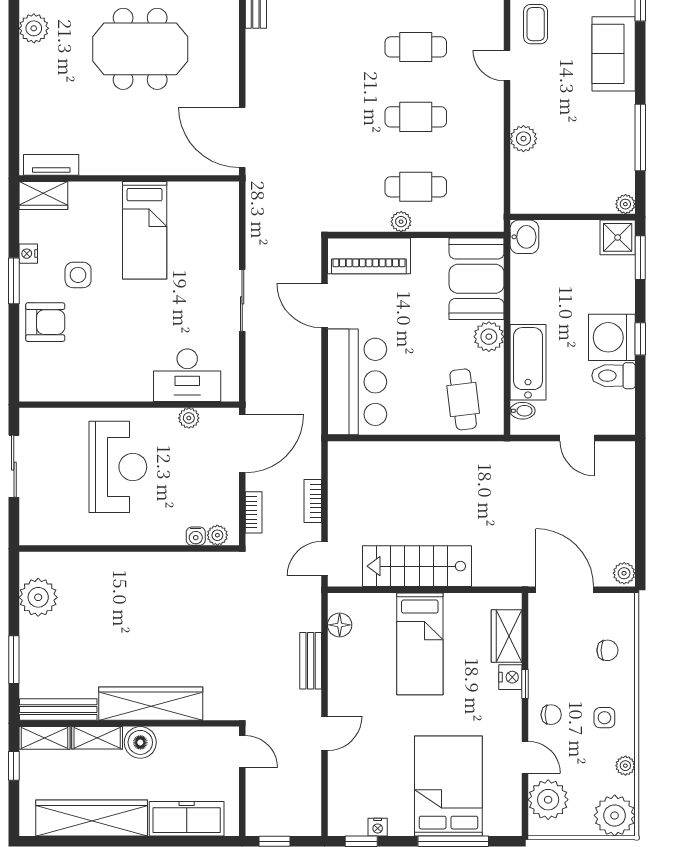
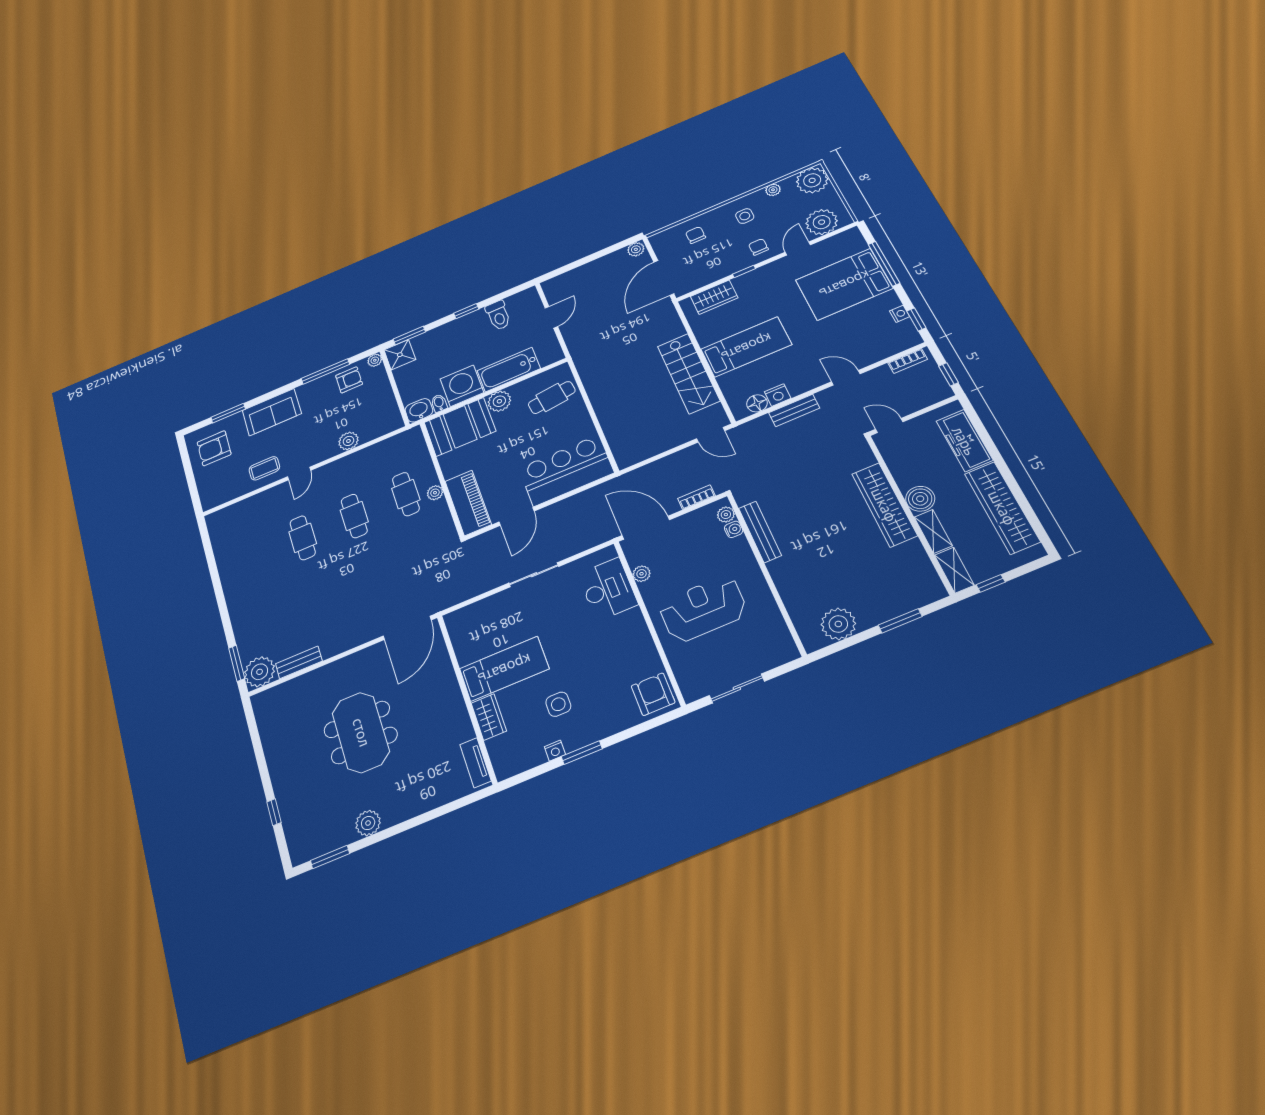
armchair: (612, 164) -> (349, 380), added
wardrobe: (43, 195) -> (489, 717), moved
armchair: (45, 322) -> (653, 694), moved
washing machine: (612, 337) -> (462, 386), moved, turned 180
bidet: (523, 411) -> (439, 403), moved
bookcase: (313, 501) -> (908, 361), moved
nightstand: (510, 677) -> (778, 395), moved, turned 180
bench: (58, 710) -> (760, 532), moved
door: (242, 751) -> (889, 426), hinge flipped

